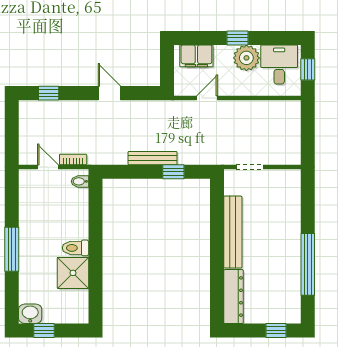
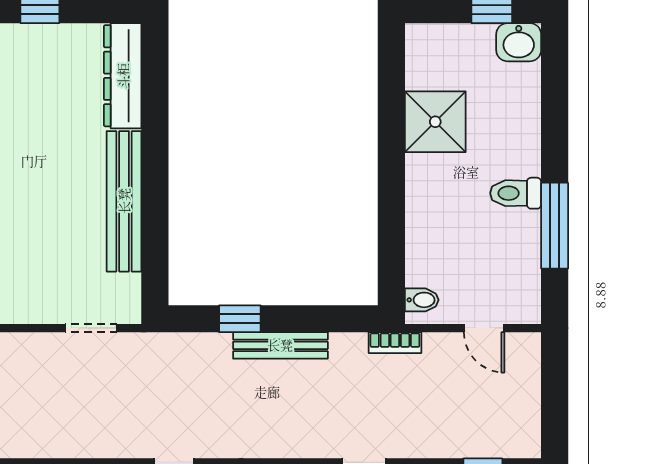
bookcase: (73, 159) -> (395, 343), moved
toilet: (76, 248) -> (516, 193), moved, turned 180
window: (12, 249) -> (555, 226), moved

